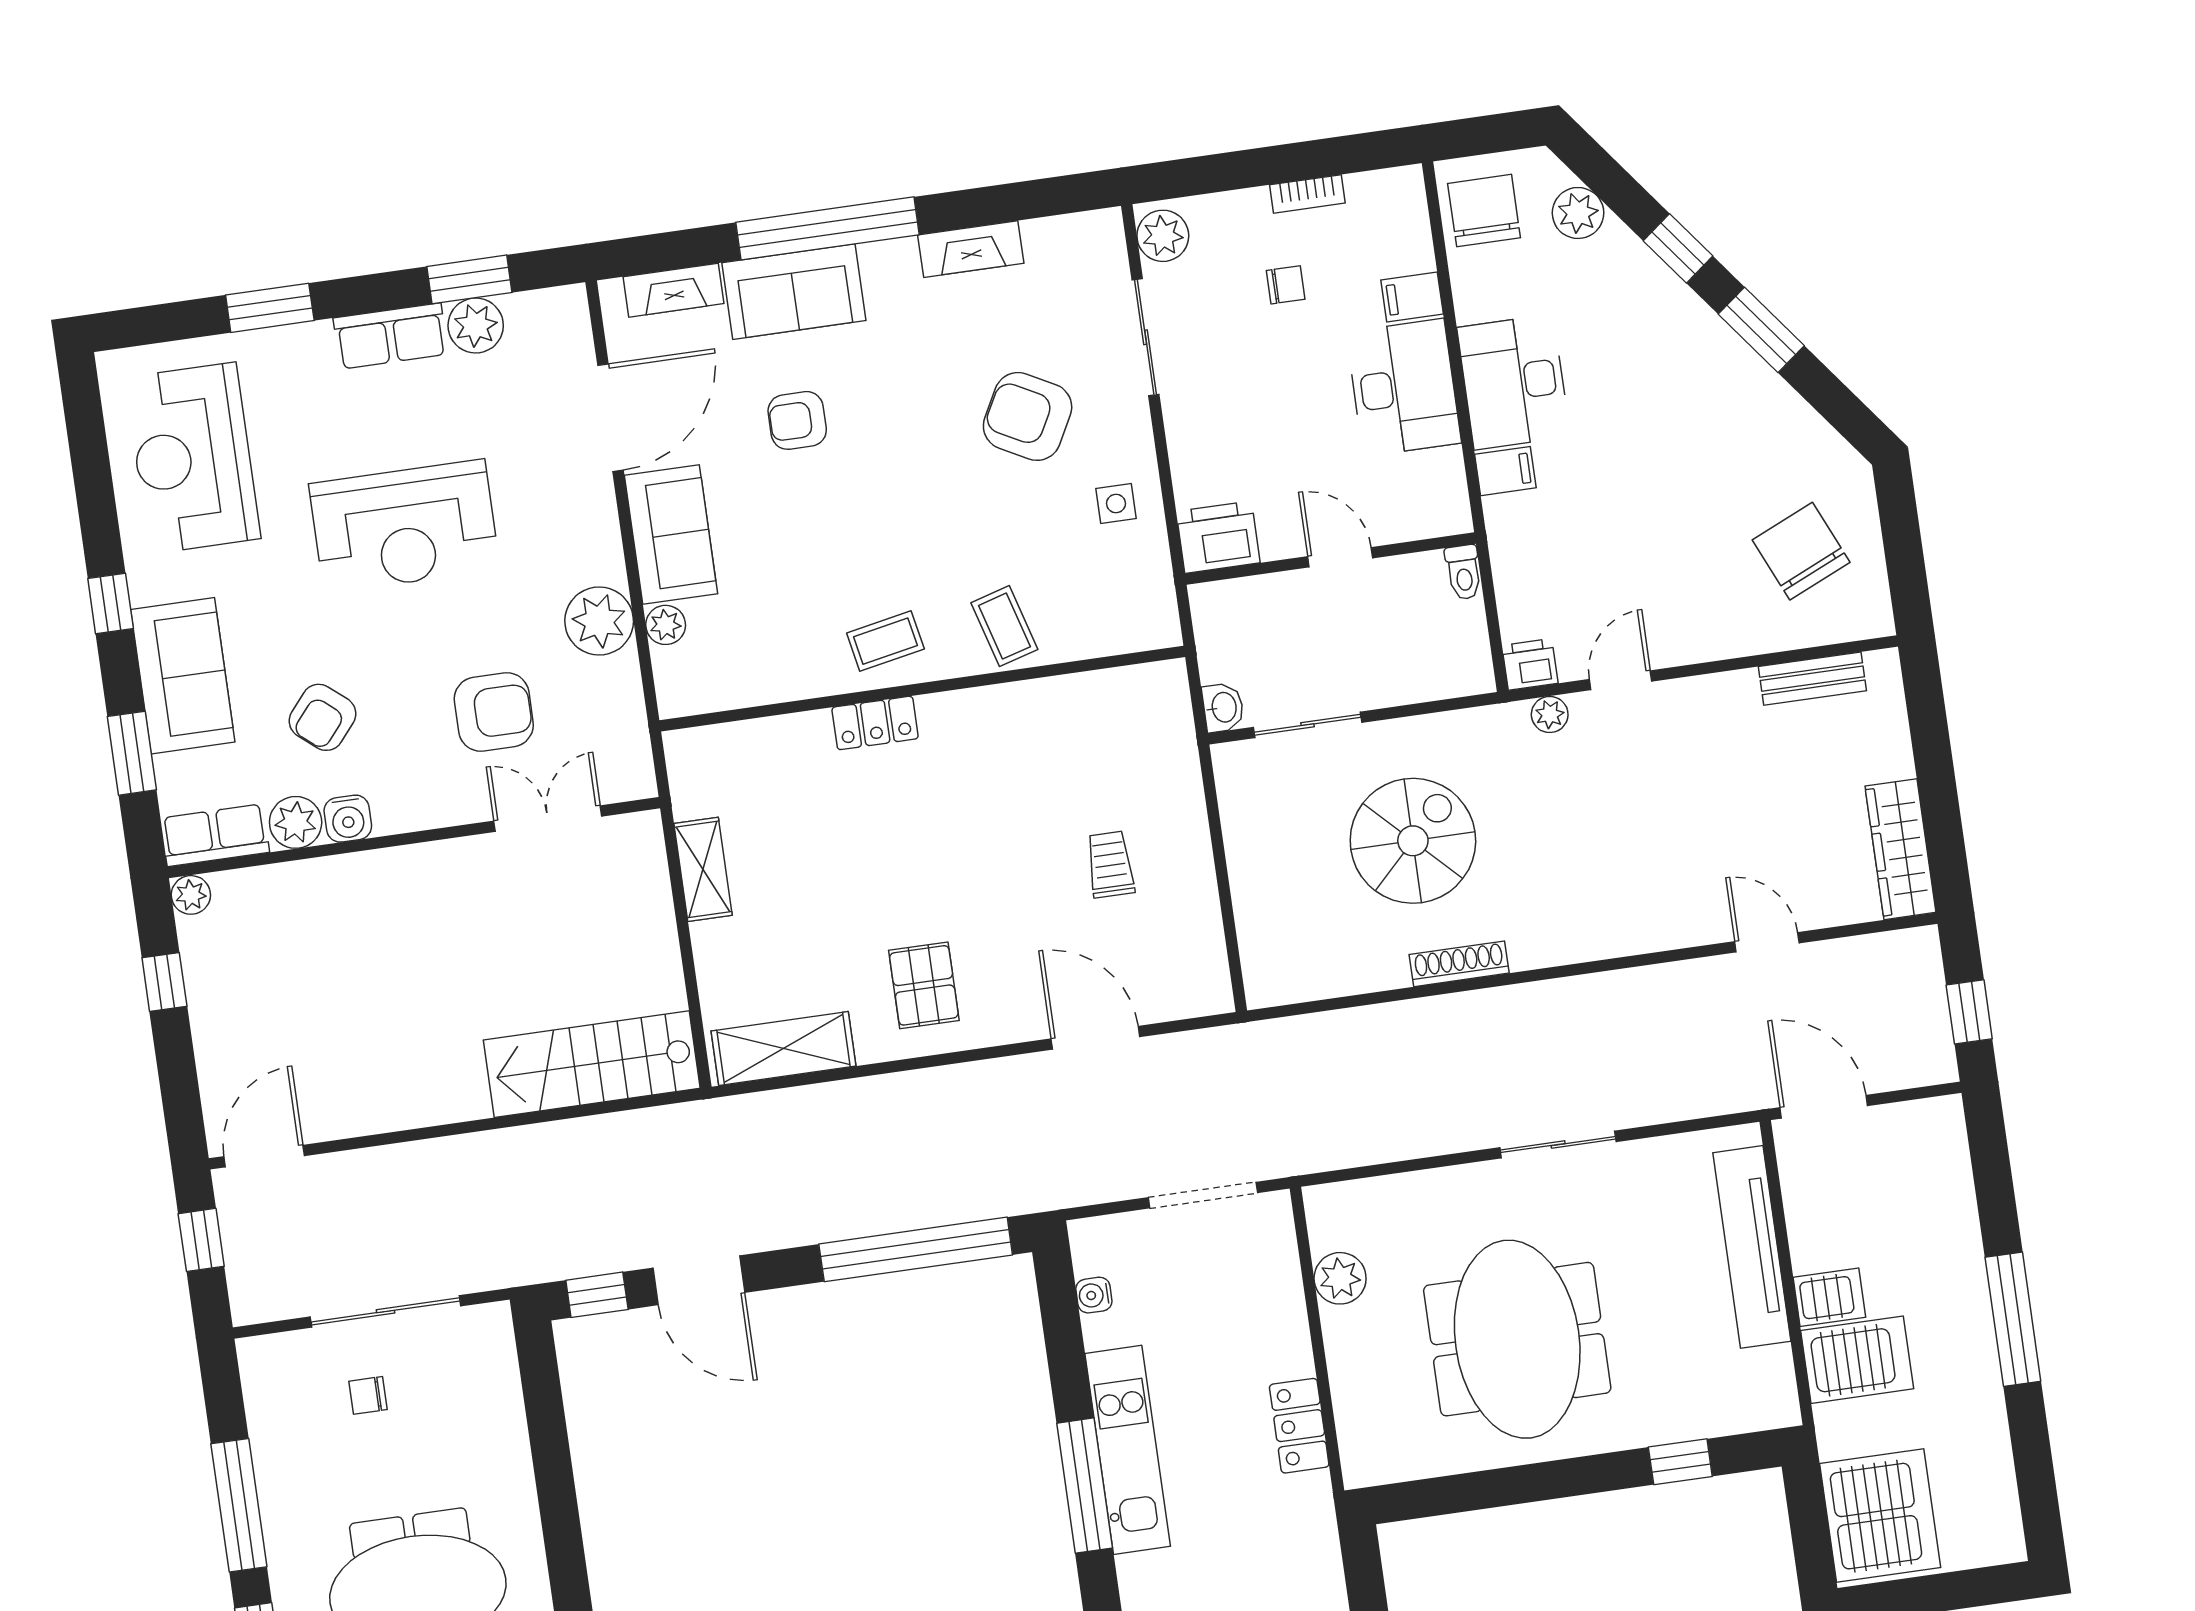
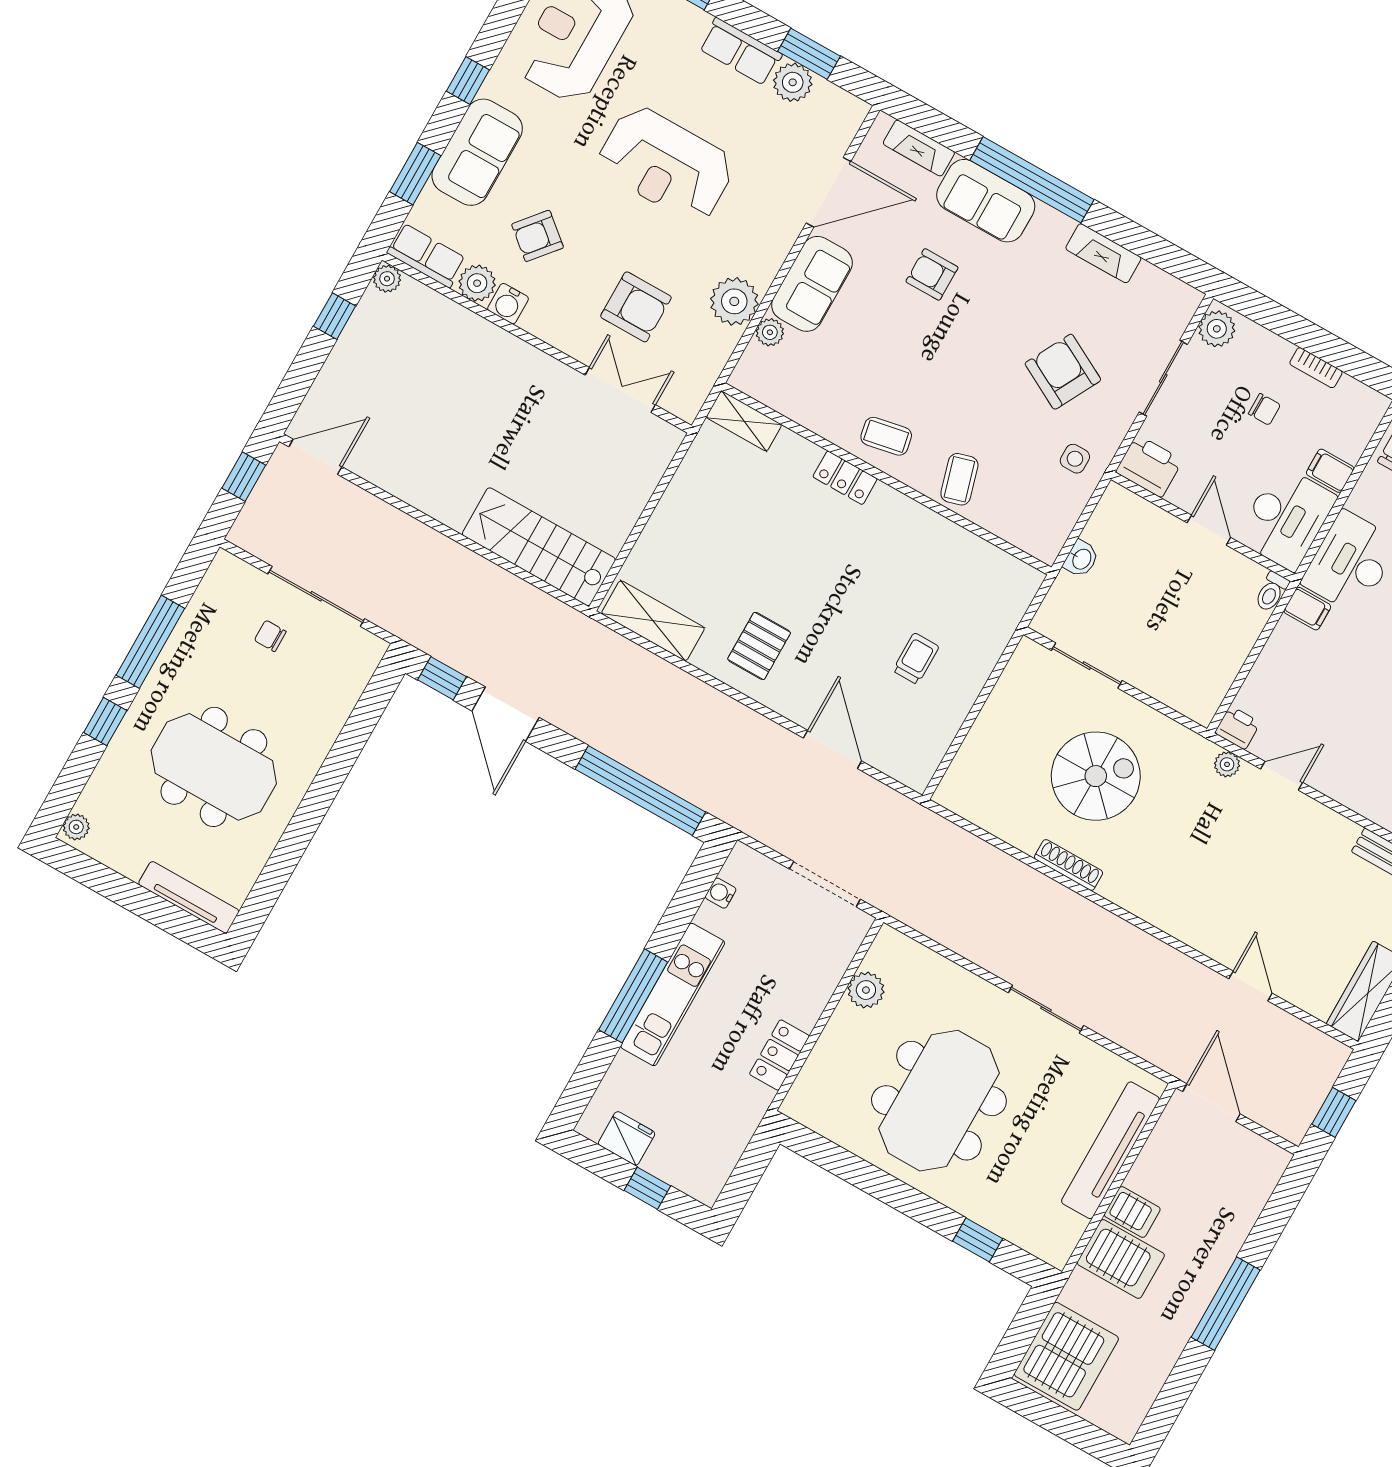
printer: (1218, 537) -> (1149, 466), moved
door: (1340, 557) -> (1209, 530), moved
wall: (1330, 559) -> (1203, 527), moved
toilet: (1463, 572) -> (1272, 592), moved
washbasin: (1223, 707) -> (1081, 559), moved
shelving: (703, 869) -> (744, 421), moved, turned 90

